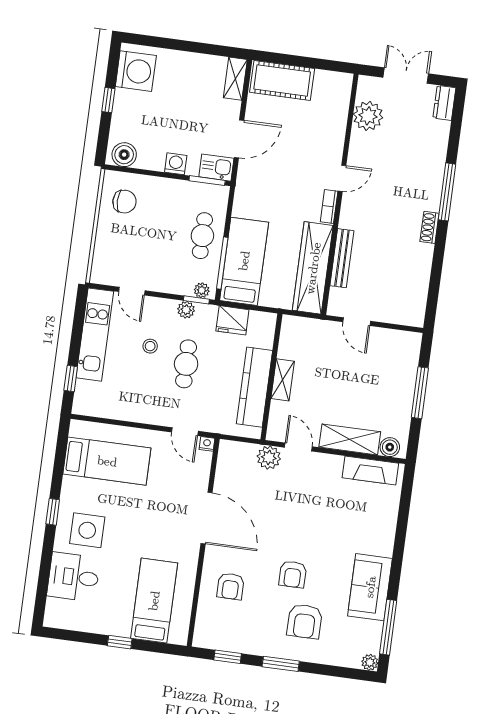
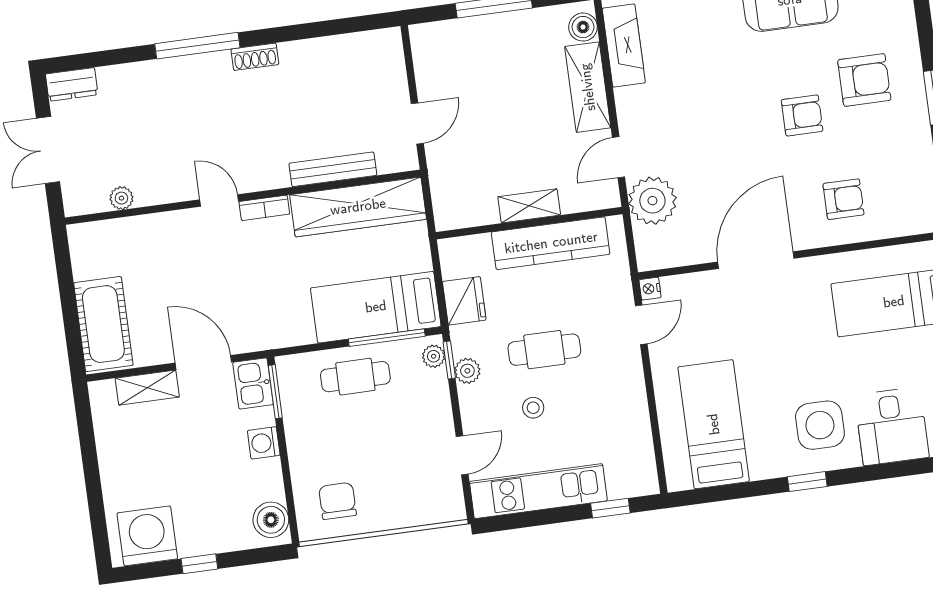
shelving: (235, 79) -> (147, 388), moved
plant: (368, 116) -> (121, 198), width x0.53, depth x0.53
plant: (269, 458) -> (652, 201), width x1.36, depth x1.36

